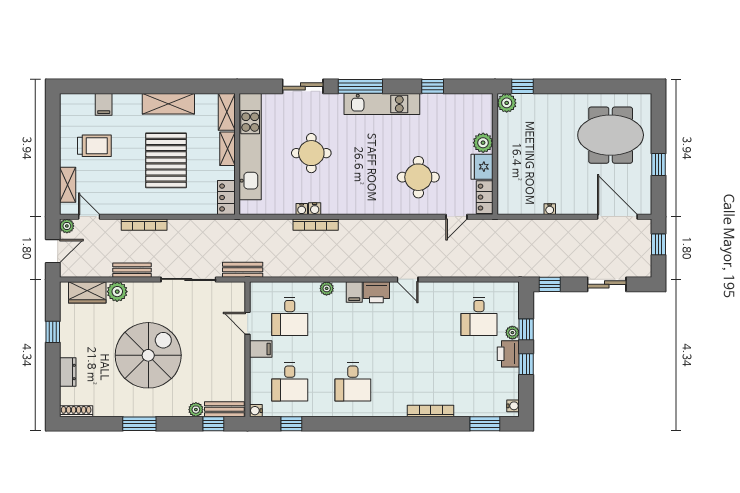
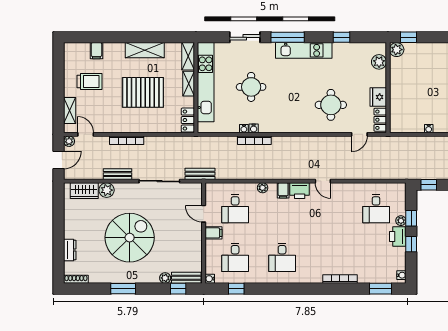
plant: (483, 143) -> (379, 62), moved
pallet: (166, 160) -> (143, 92), turned 90
window: (53, 332) -> (59, 220), removed

